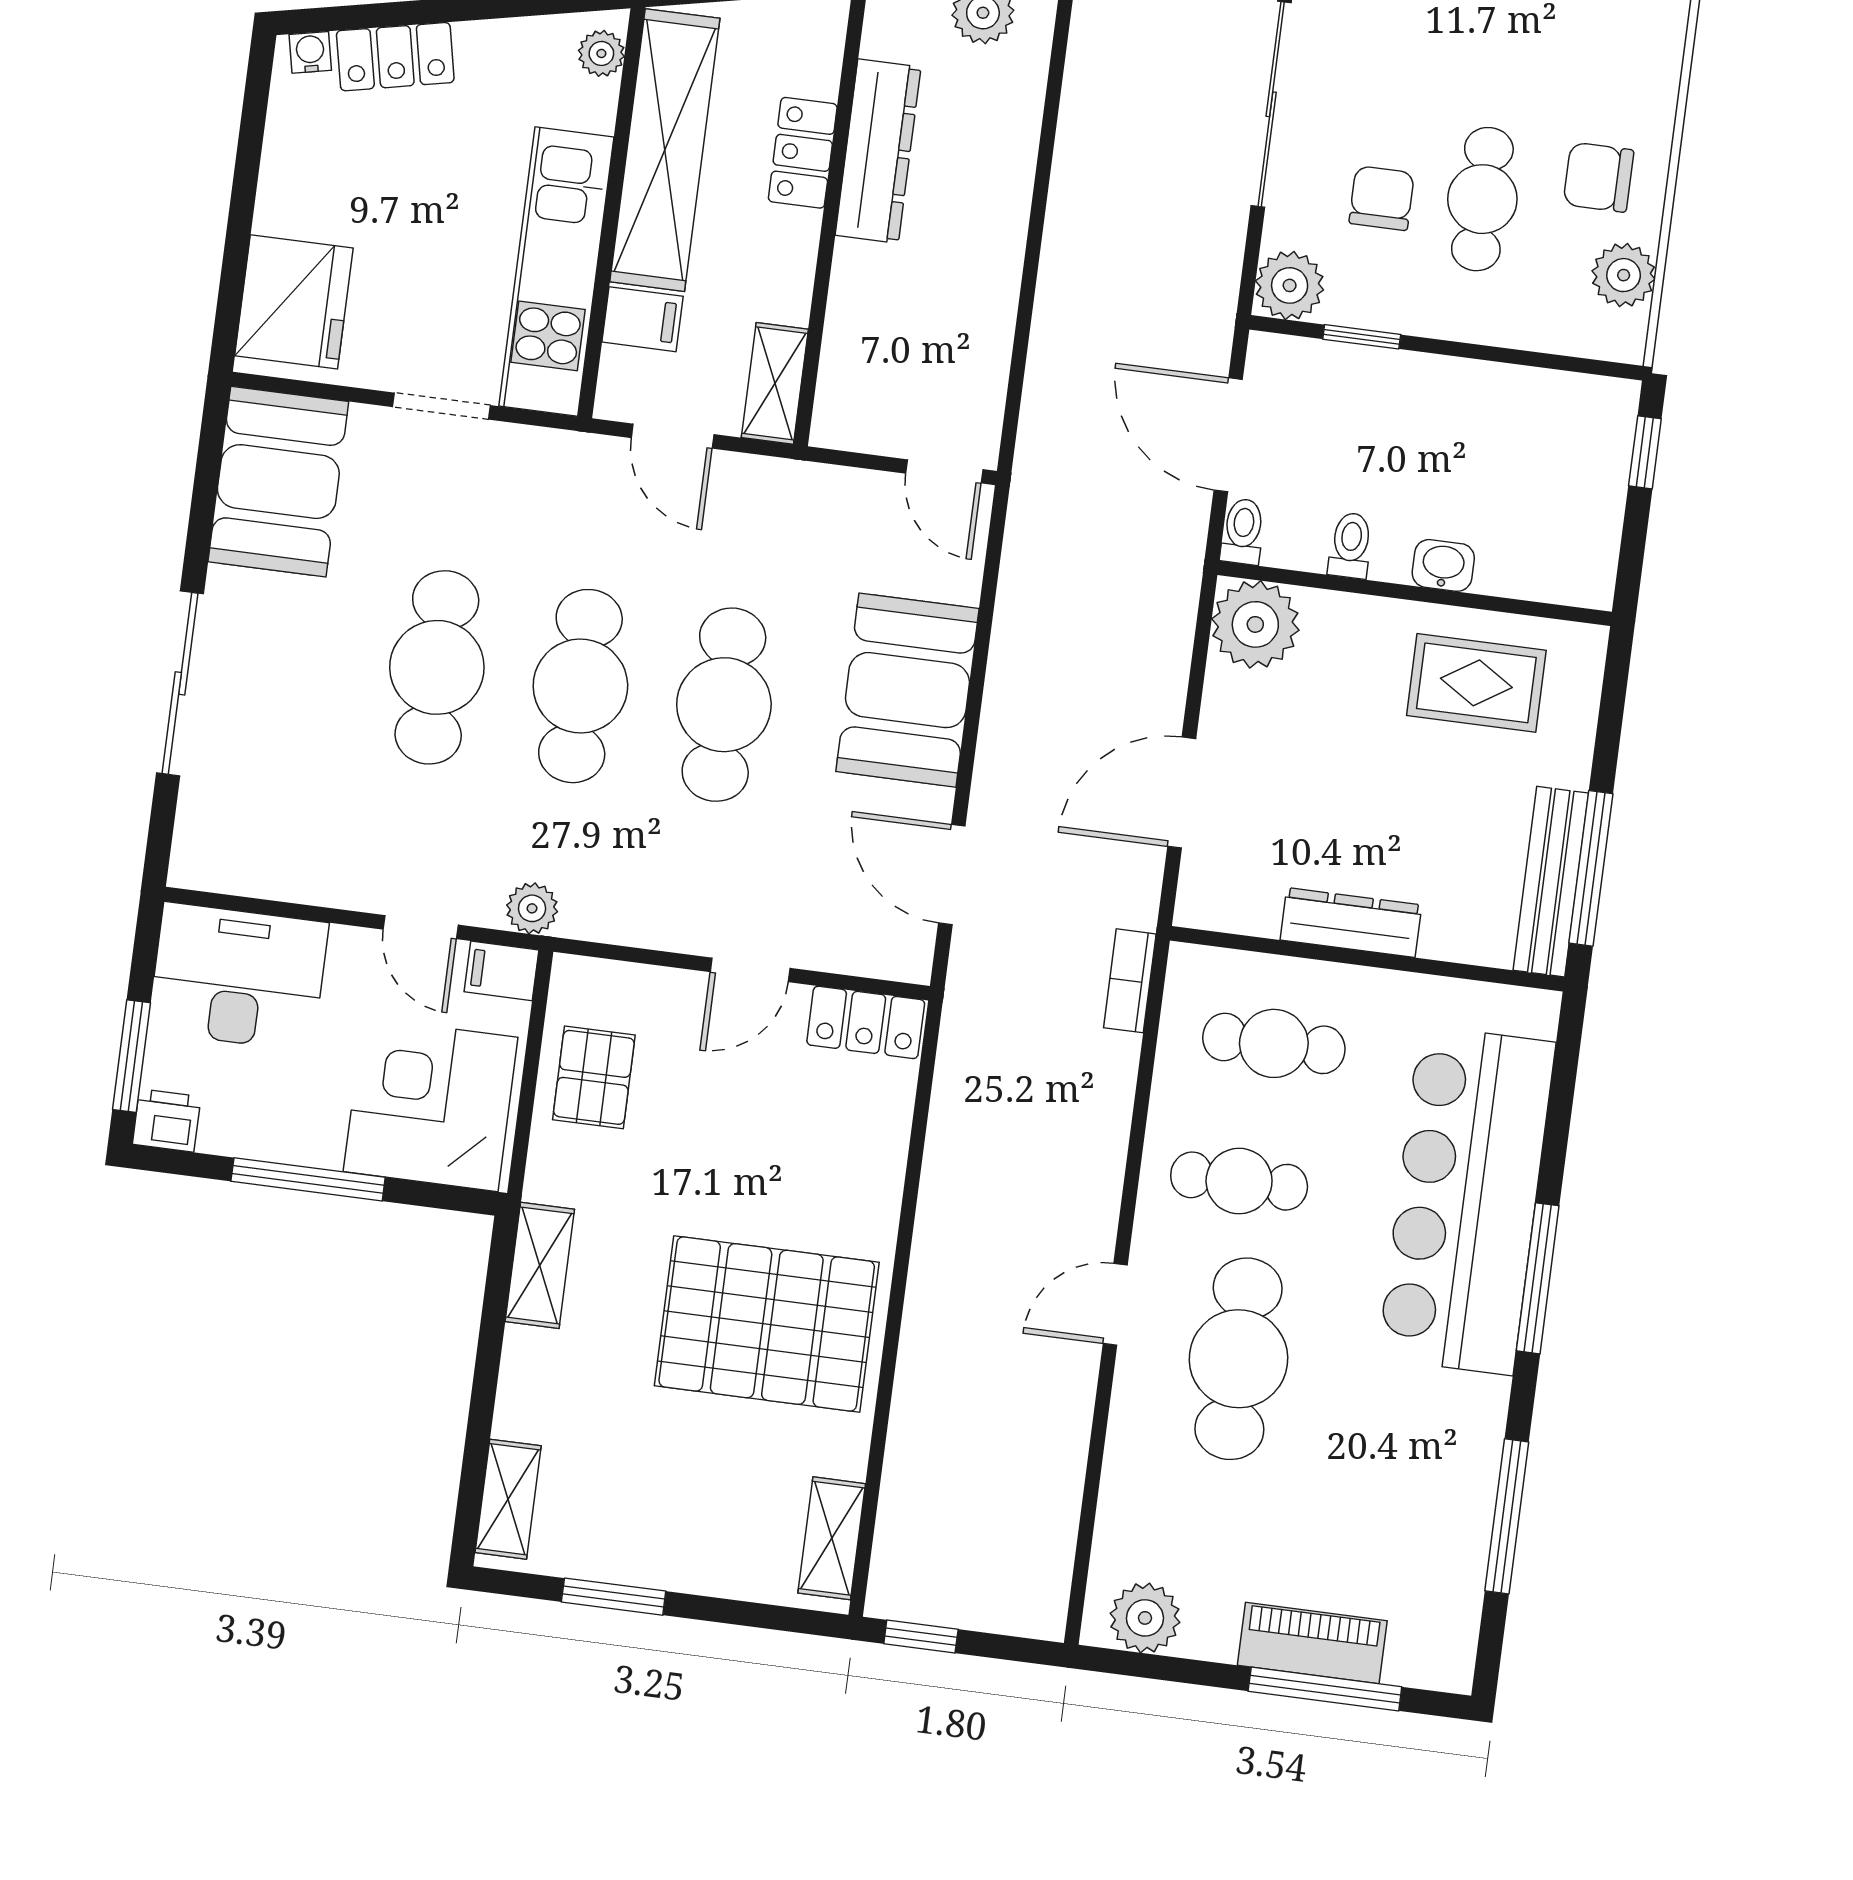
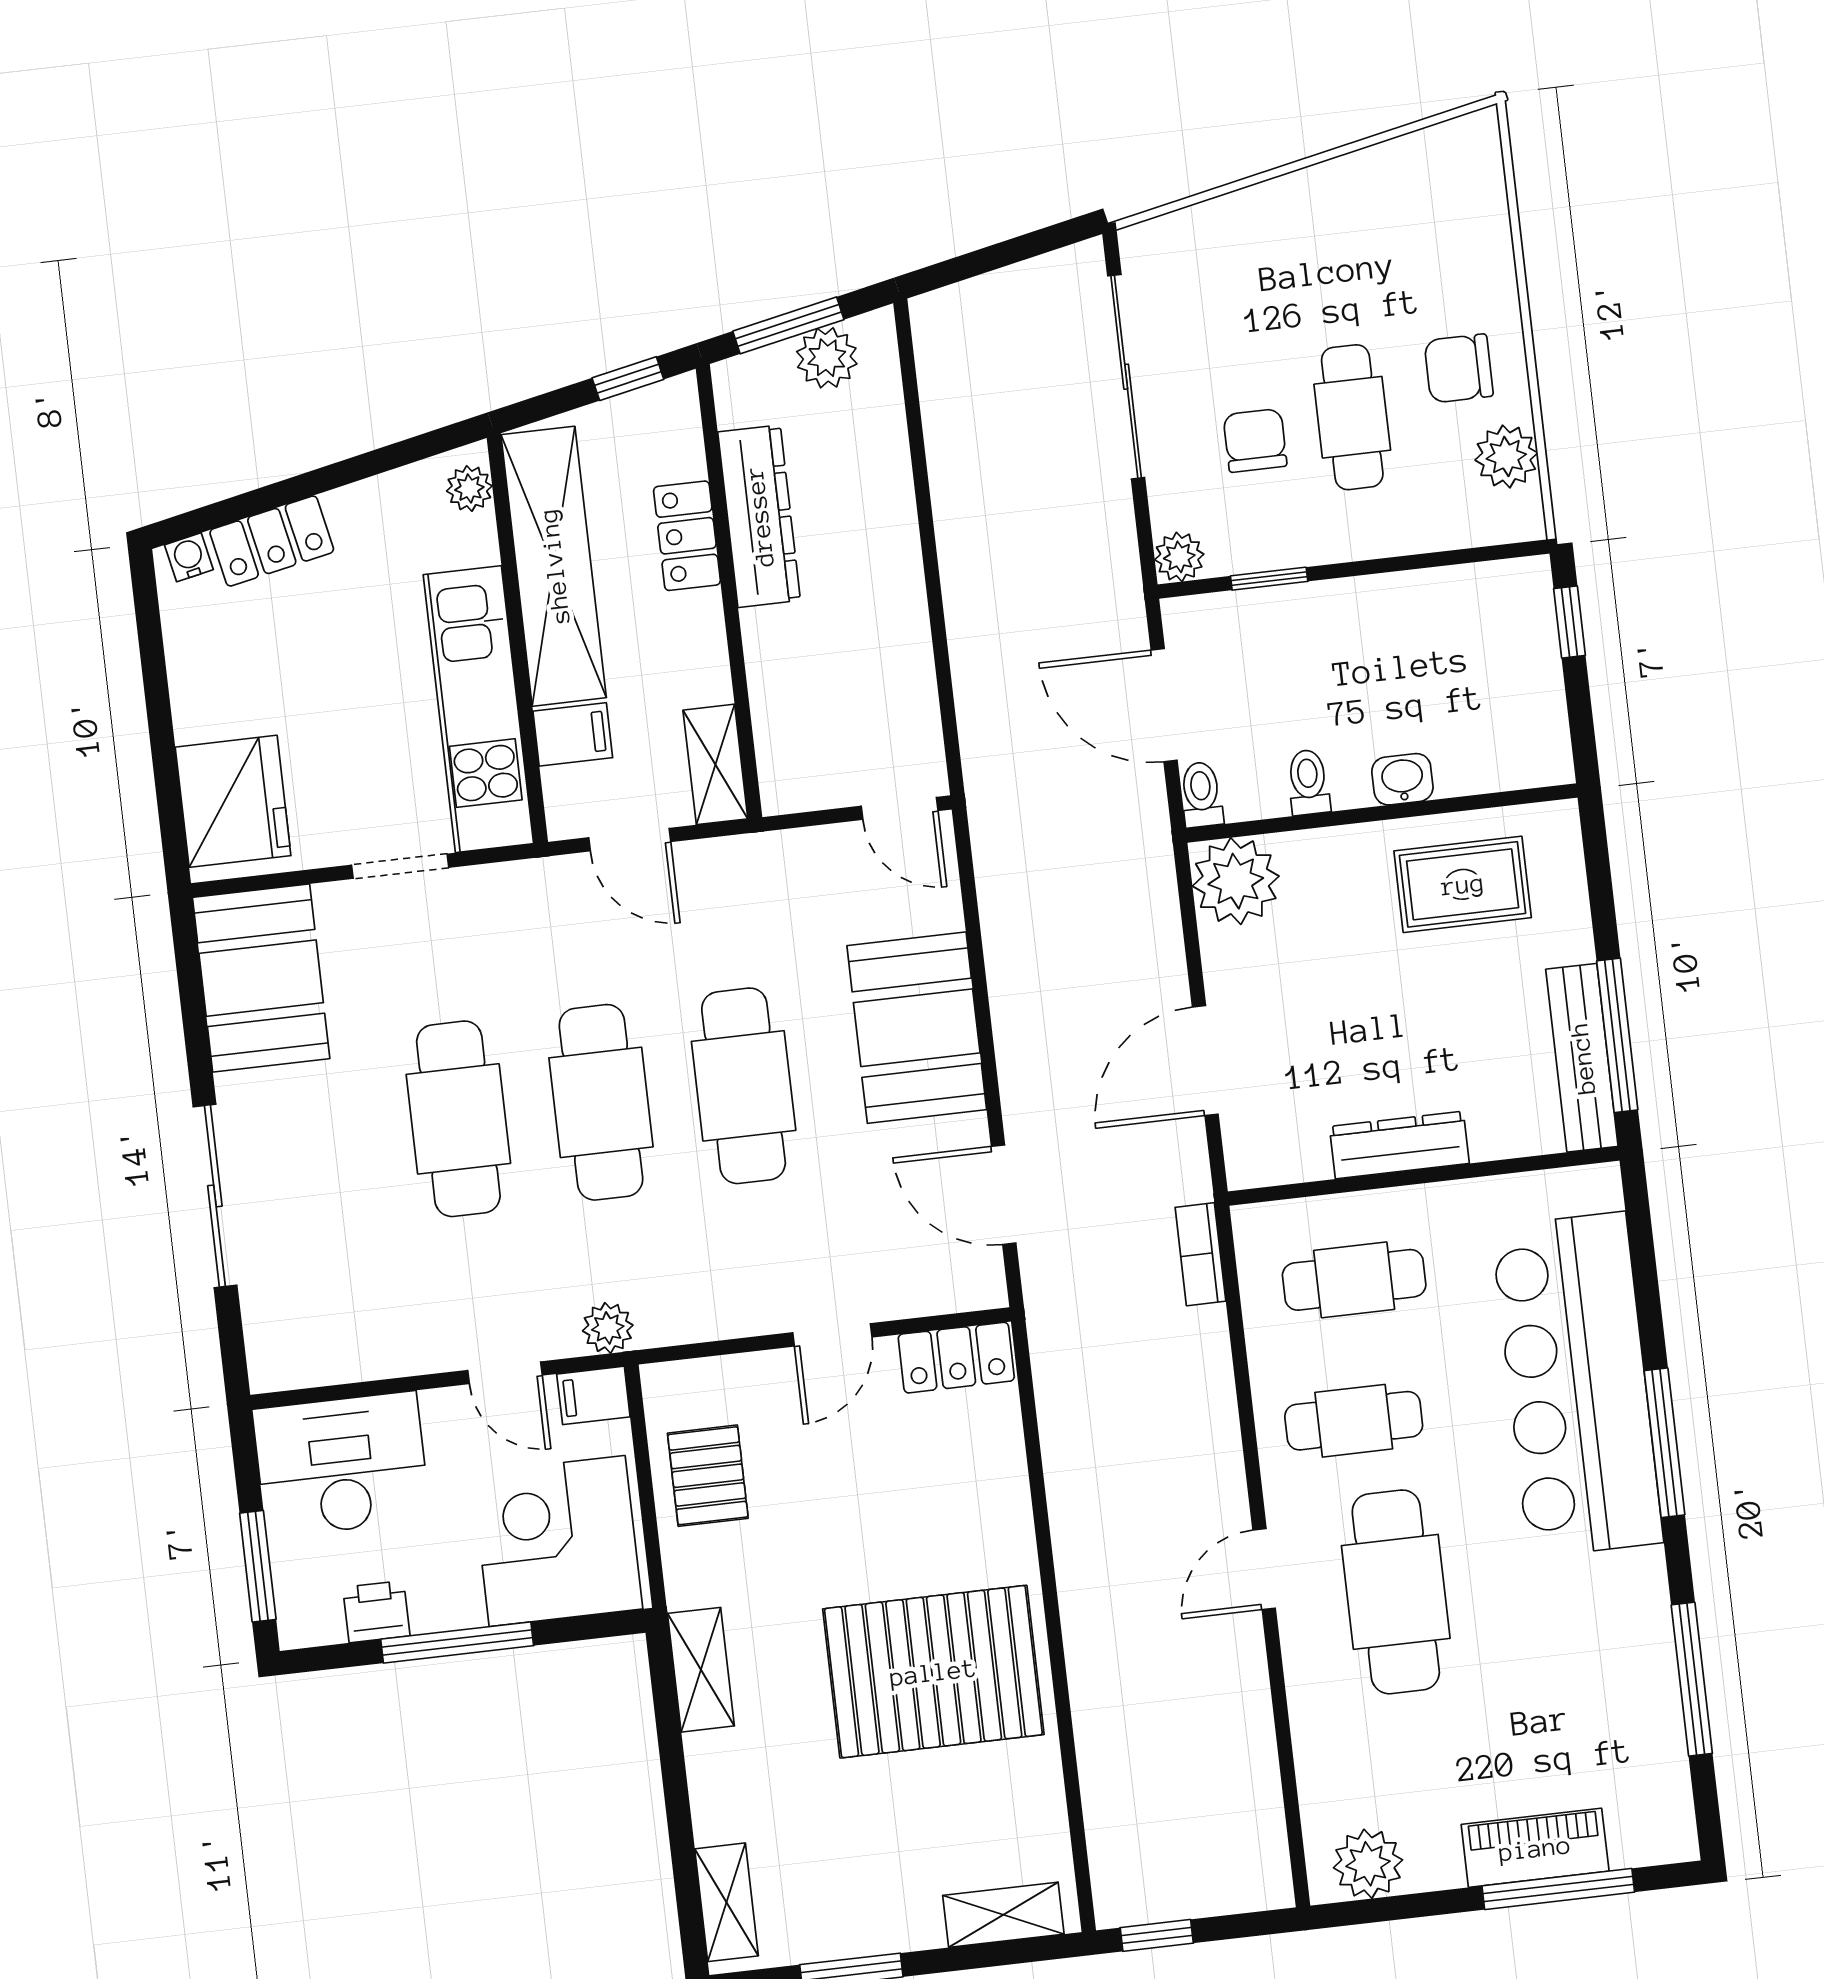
plant: (1290, 285) -> (1179, 557), width x0.73, depth x0.73
printer: (167, 1120) -> (376, 1612), moved
shelving: (832, 1538) -> (1003, 1915), moved, turned 90

